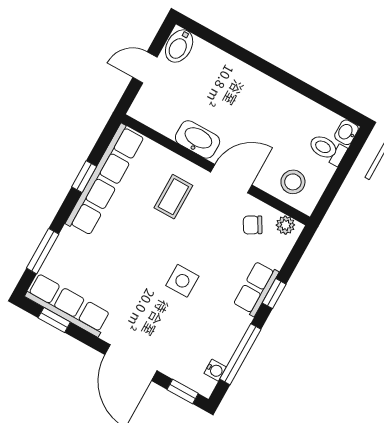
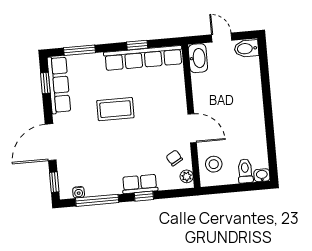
washbasin: (198, 139) -> (198, 58), moved
coffee table: (173, 197) -> (115, 109), moved, width x1.36, depth x1.30
side table: (182, 281) -> (116, 140), removed

